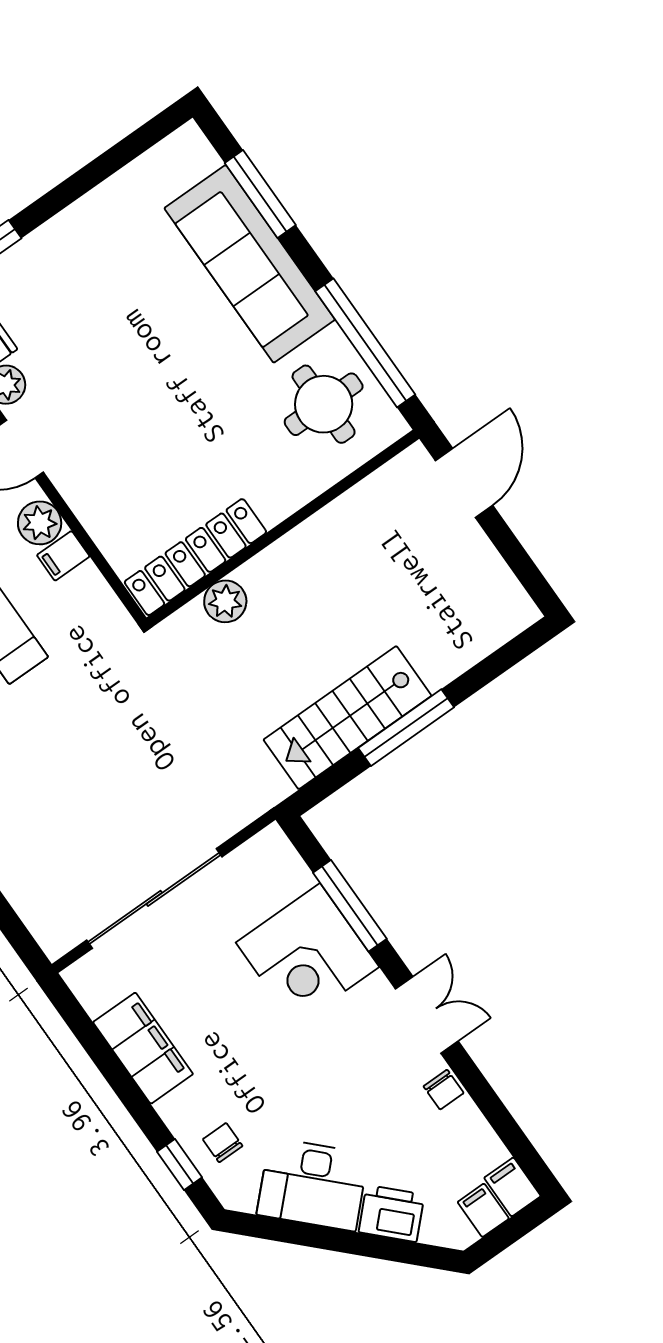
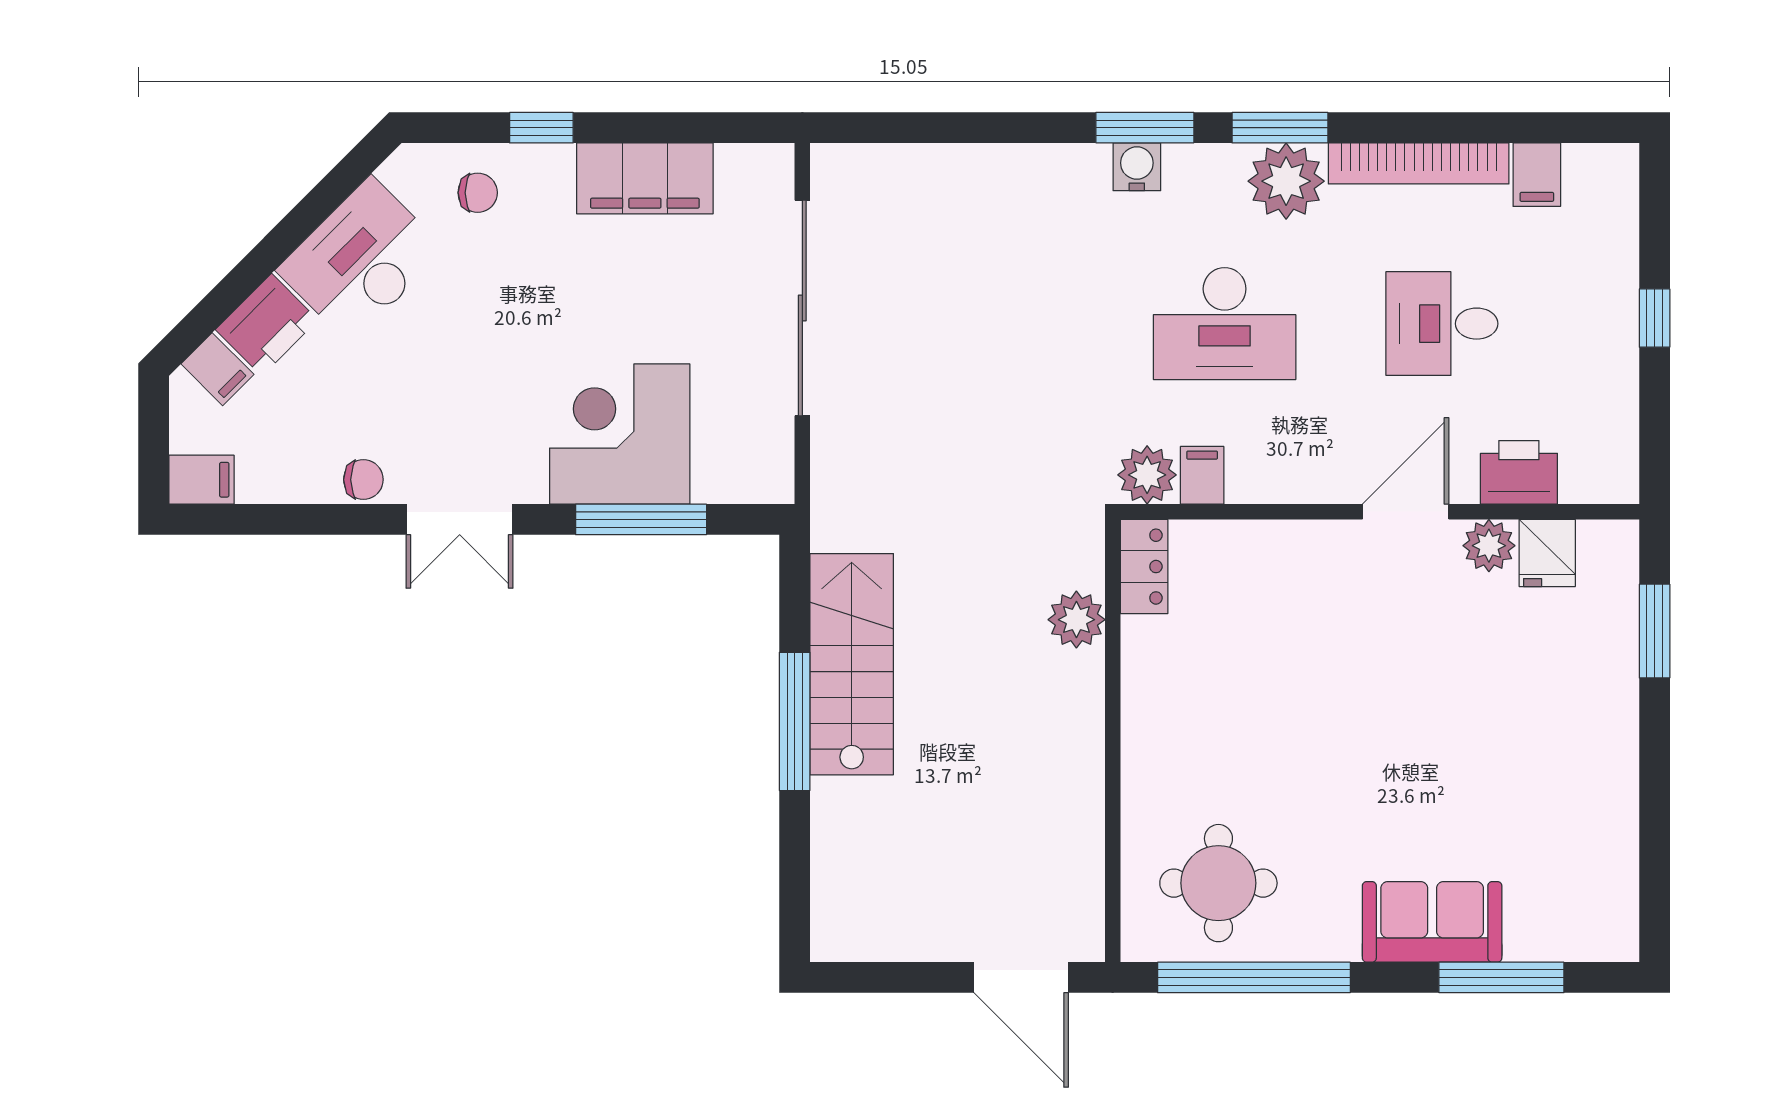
sofa: (250, 264) -> (1432, 922), width x0.54, depth x0.79
plant: (40, 523) -> (1147, 475), moved
filing cabinet: (63, 556) -> (1202, 475), moved
locker: (195, 557) -> (1144, 567), width x0.46, depth x0.83
chair: (444, 1090) -> (363, 480), turned 180
window: (180, 1165) -> (541, 128), moved
filing cabinet: (483, 1210) -> (217, 369), moved, turned 45

